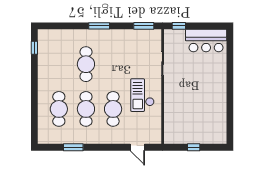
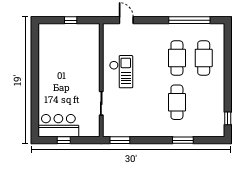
window: (99, 26) -> (183, 140), moved
window: (179, 26) -> (64, 140), moved
cafe table: (113, 109) -> (150, 58), removed
window: (73, 147) -> (189, 20), width x2.11

